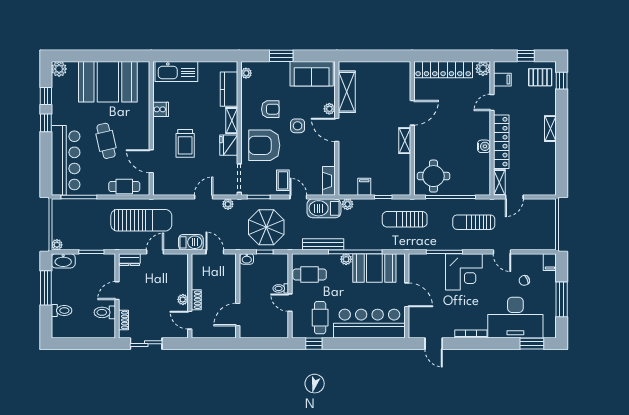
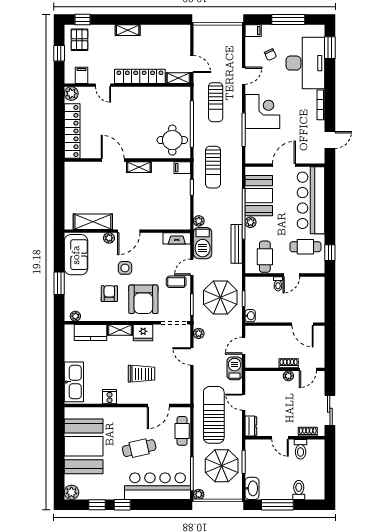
water cooler: (484, 146) -> (144, 93), removed
filing cabinet: (364, 187) -> (182, 168), moved
parasol: (87, 228) -> (222, 466), added
plant: (57, 245) -> (199, 494), moved

